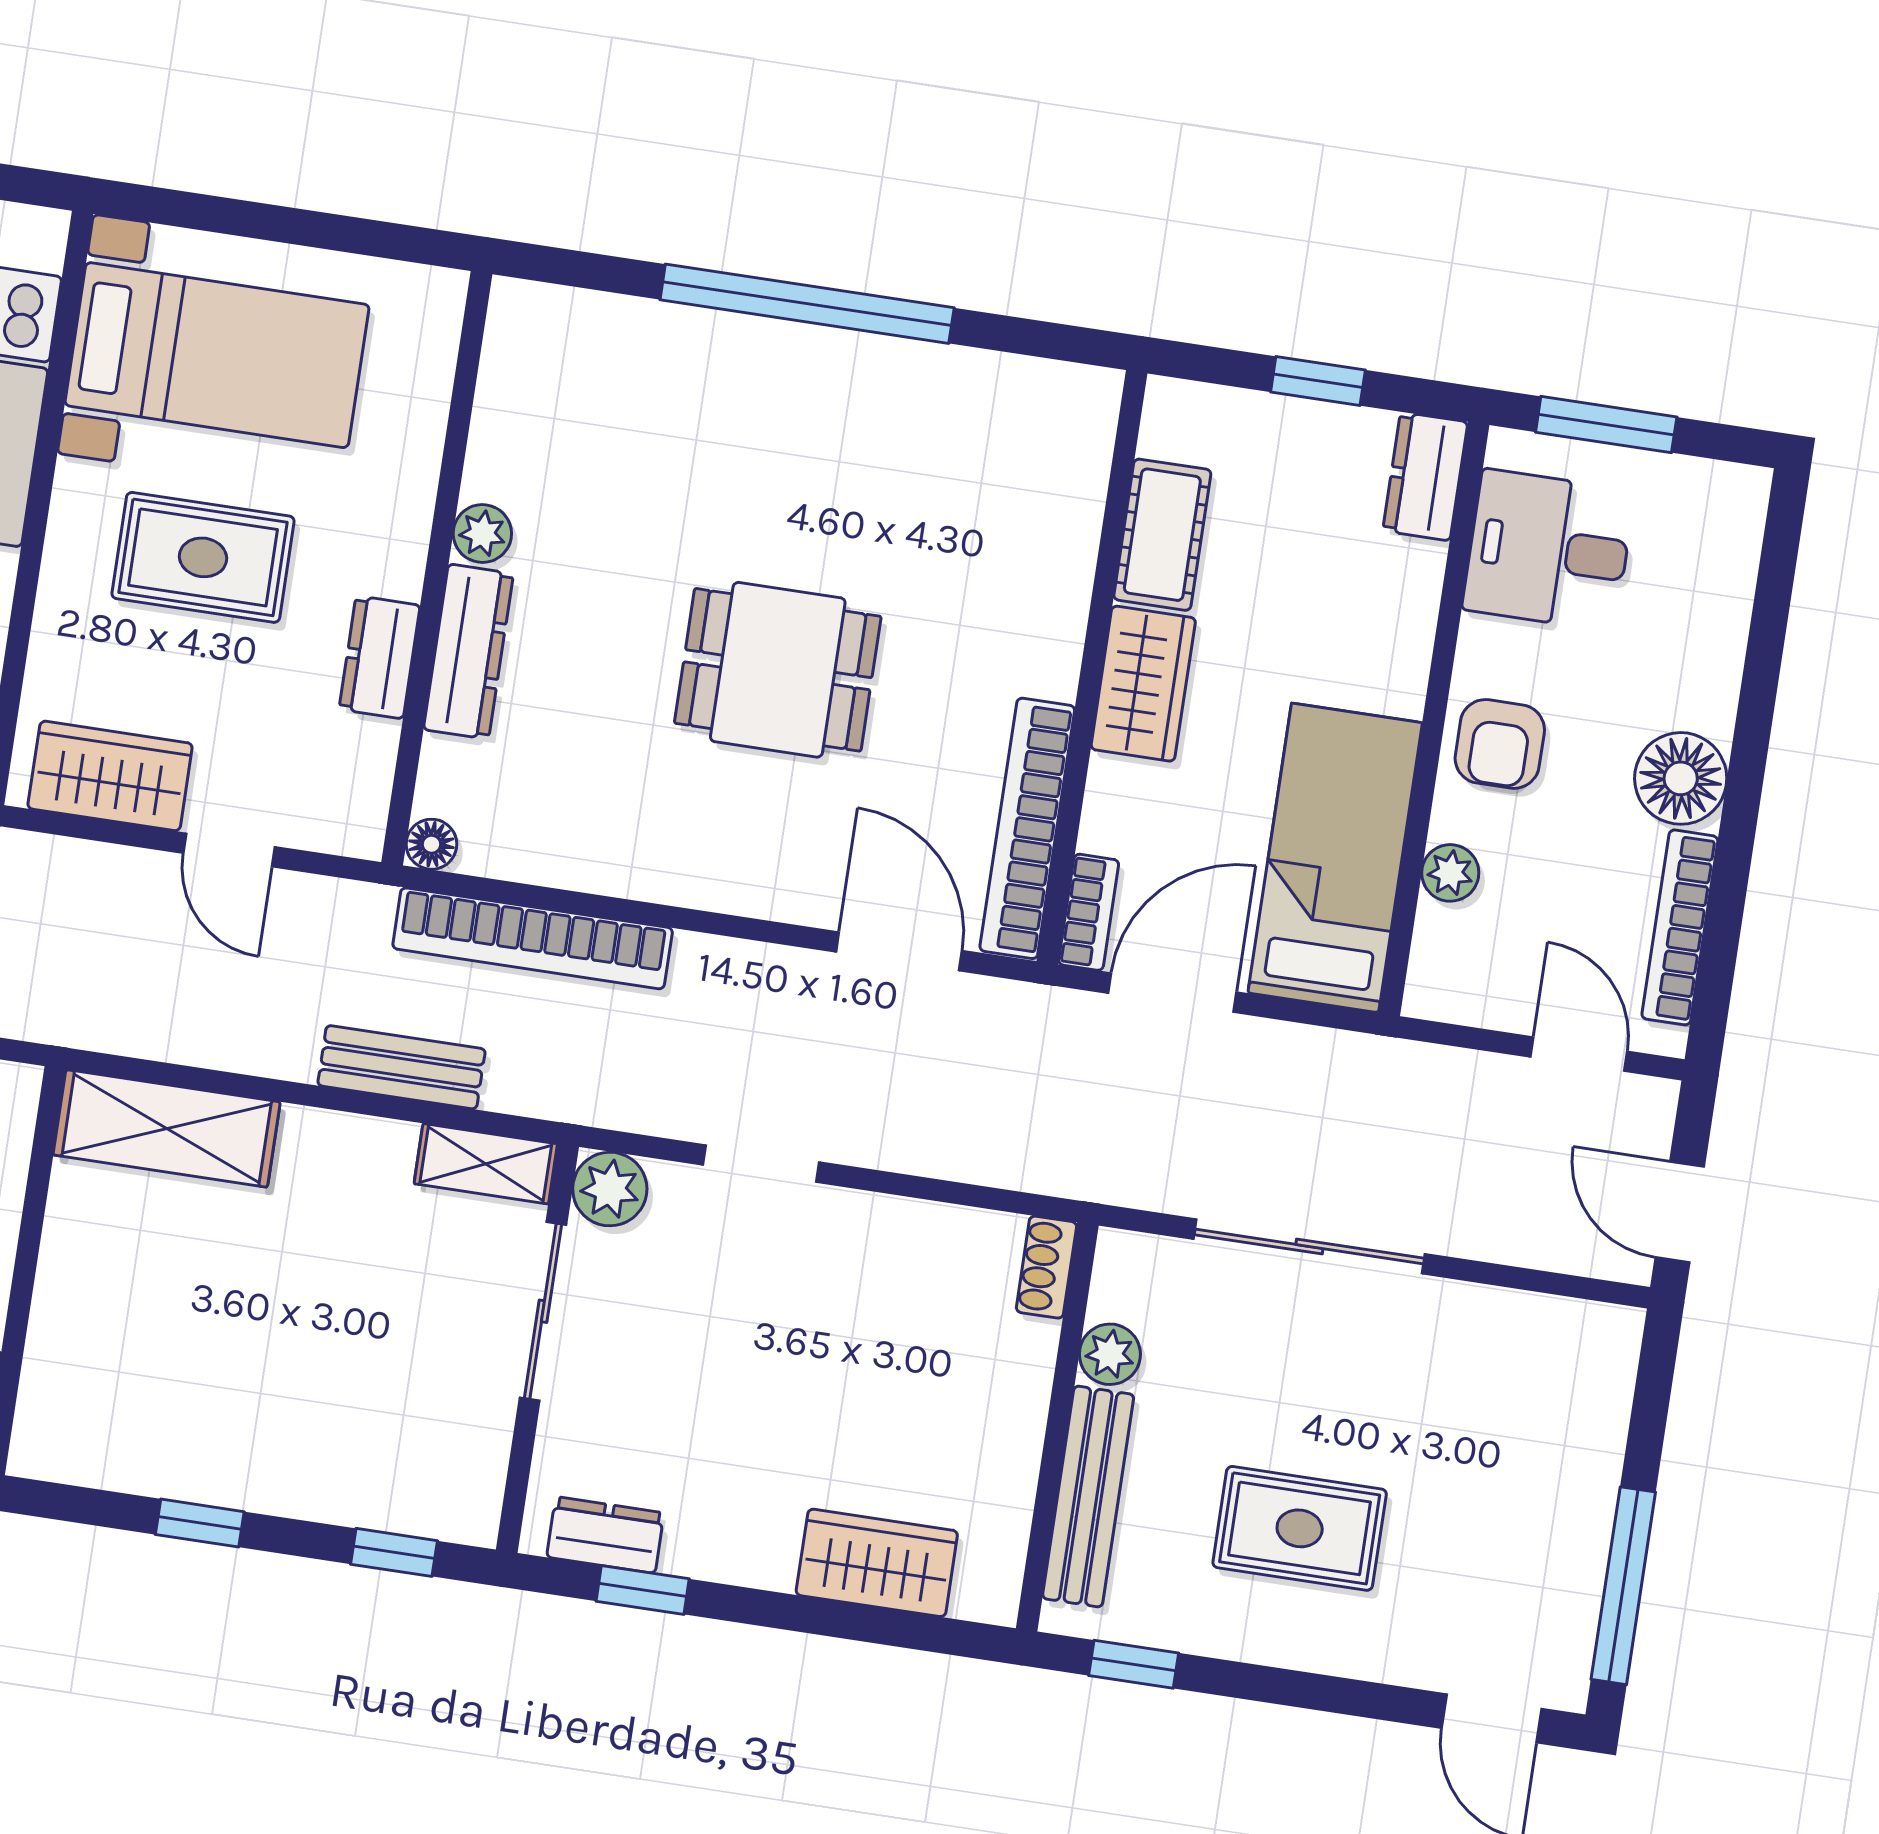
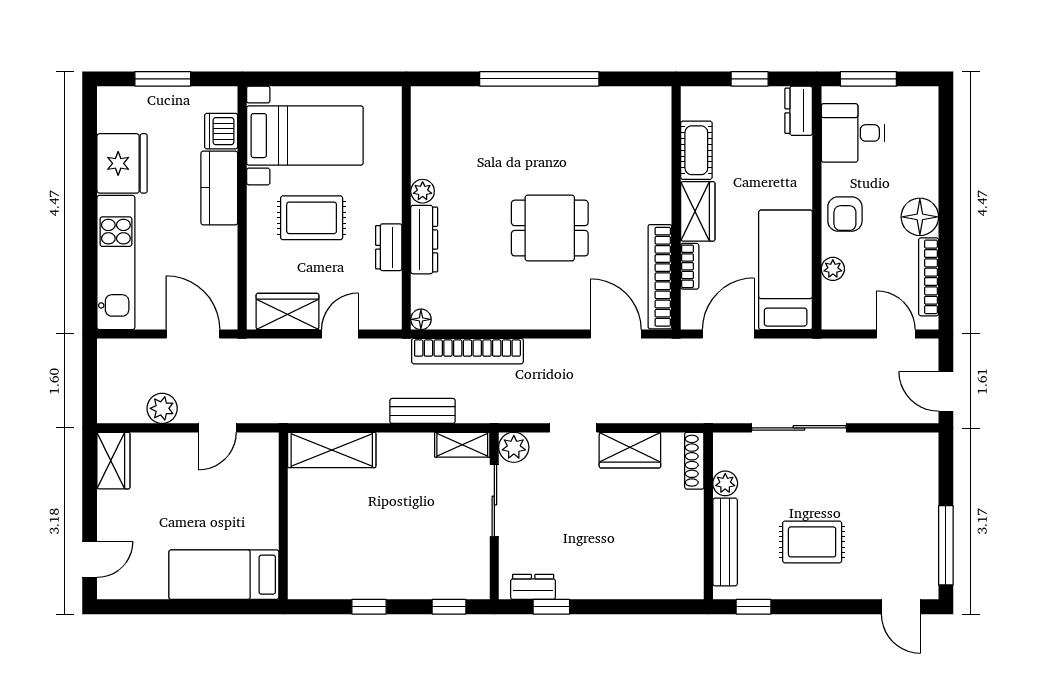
door: (229, 850) -> (340, 334), swing flipped
bookcase: (1089, 912) -> (690, 266), moved
shoe rack: (1046, 1267) -> (694, 461), width x1.43
wardrobe: (877, 1563) -> (630, 450), moved, turned 180

